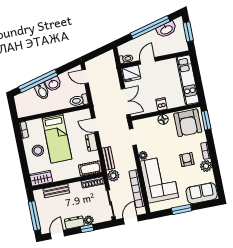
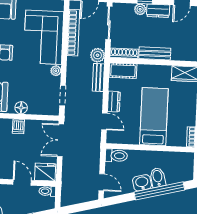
door: (148, 61) -> (22, 182), swing flipped
stool: (38, 151) -> (180, 108), removed
bench: (56, 191) -> (155, 53), moved

